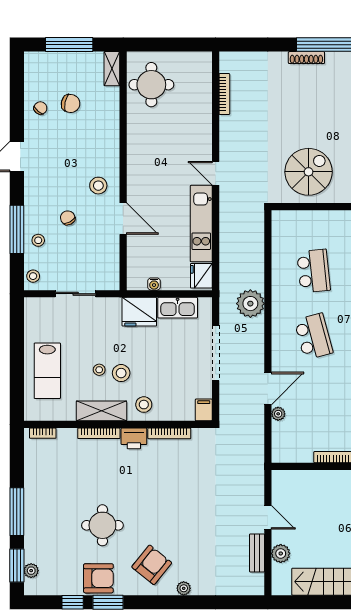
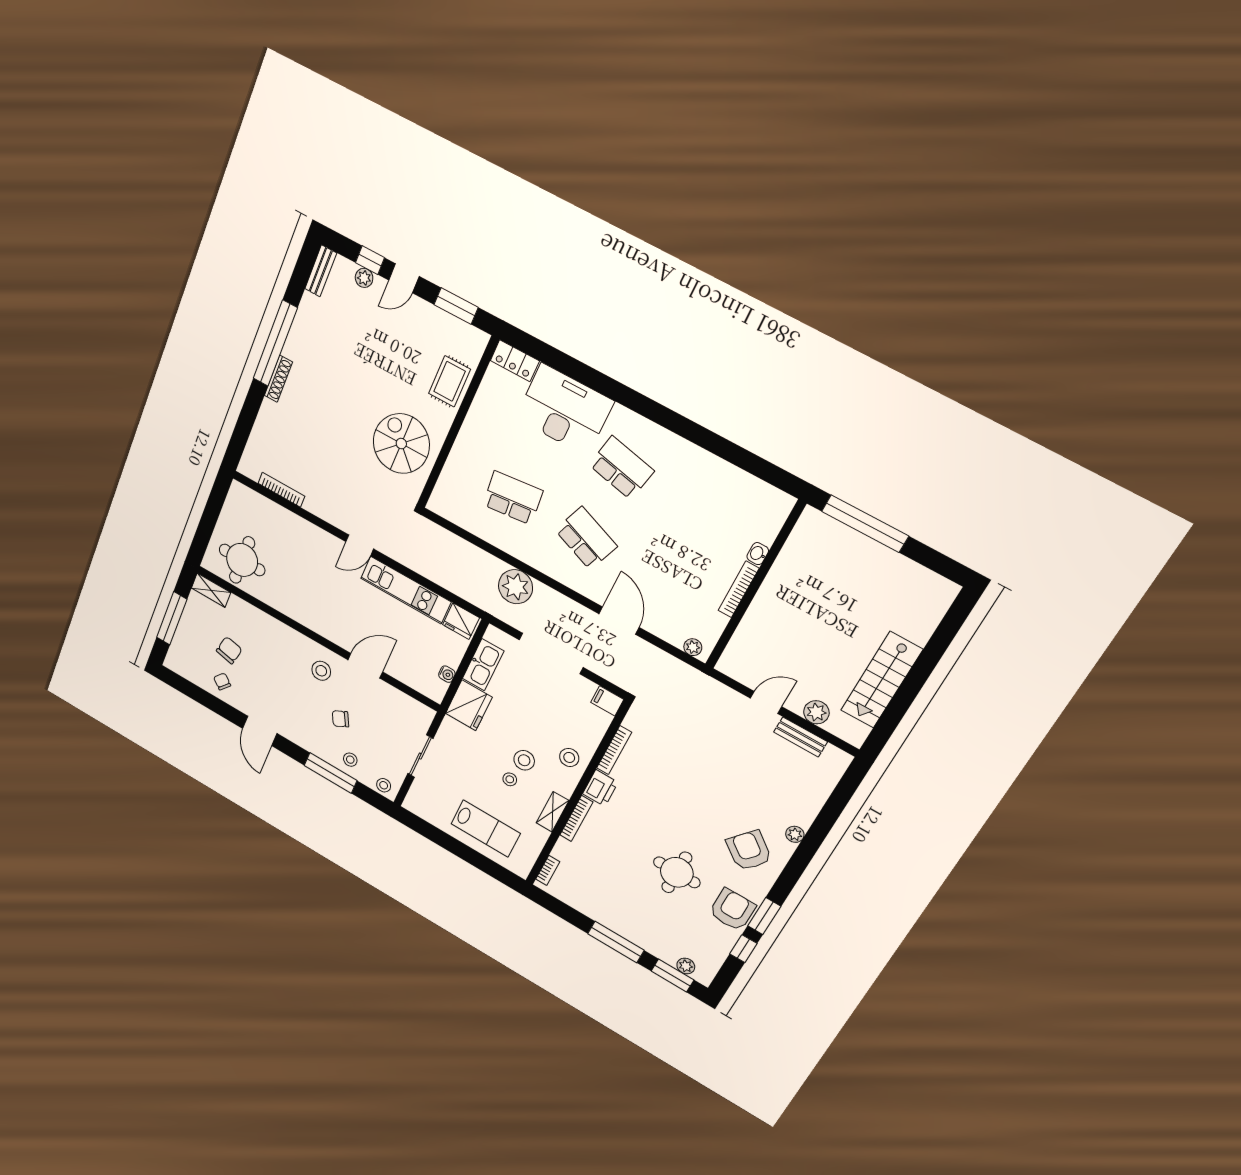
school desk: (314, 336) -> (586, 538), turned 36
shelving: (101, 411) -> (552, 812), width x0.67, depth x0.75
plant: (278, 414) -> (693, 647), moved

